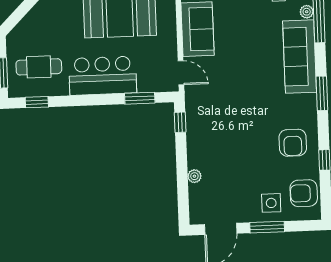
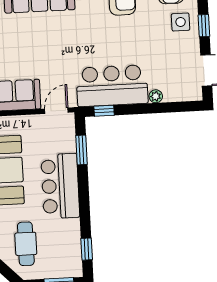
cafe table: (39, 67) -> (26, 244), moved
bar counter: (206, 131) -> (112, 86), added
window: (267, 227) -> (204, 26), width x0.67

